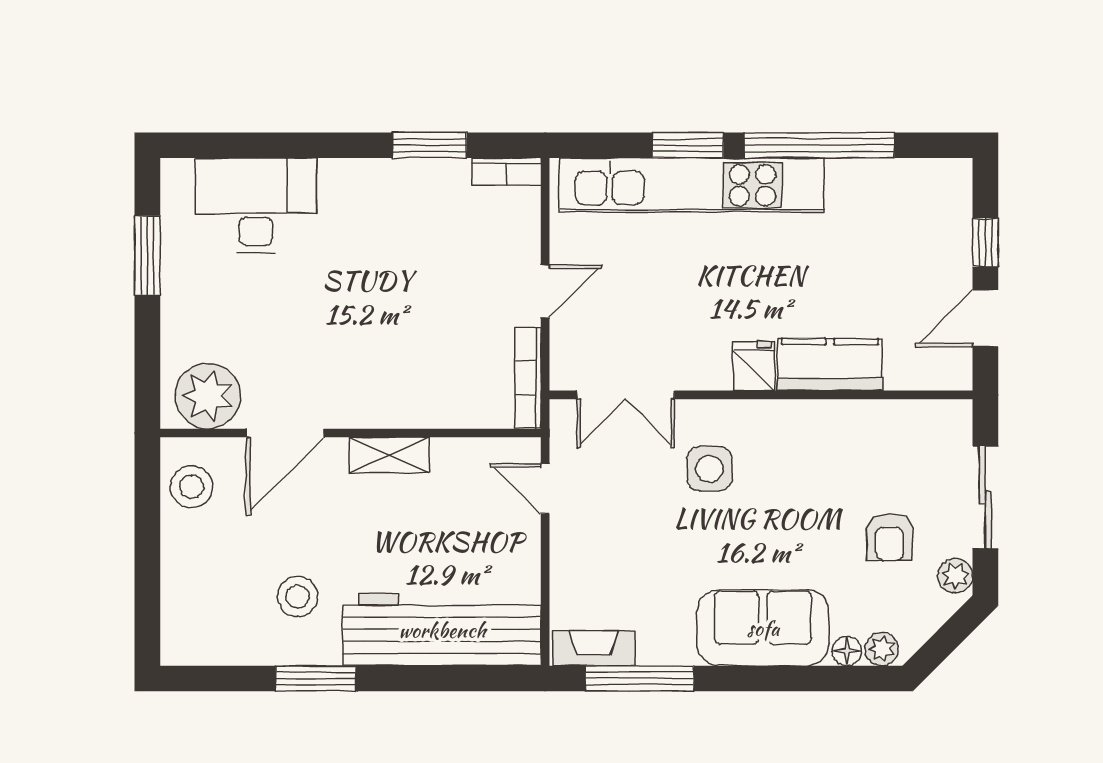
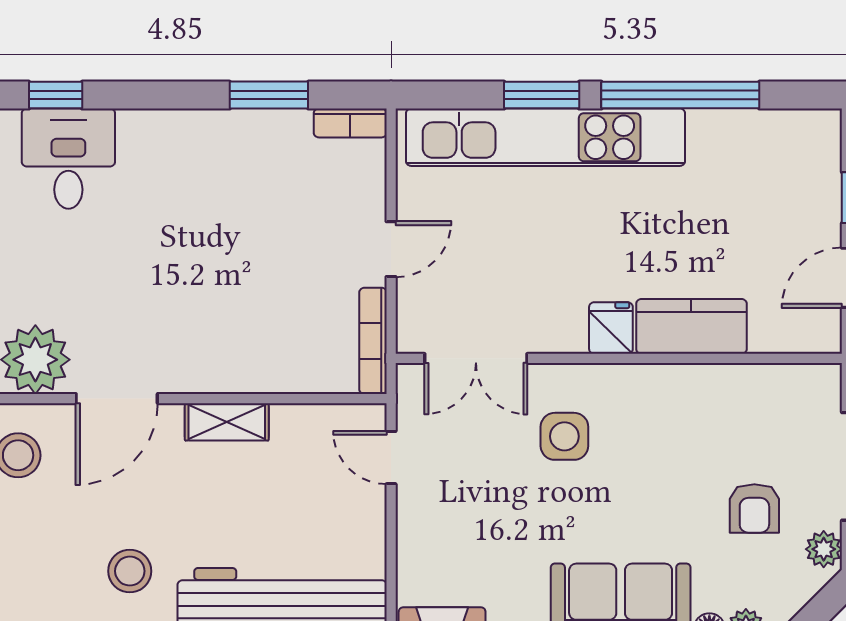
window: (227, 145) -> (56, 95), added
desk: (256, 206) -> (68, 159), width x0.73

